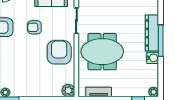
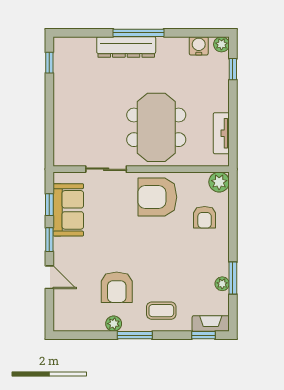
armchair: (34, 27) -> (205, 217), moved
water cooler: (153, 58) -> (199, 46), moved

